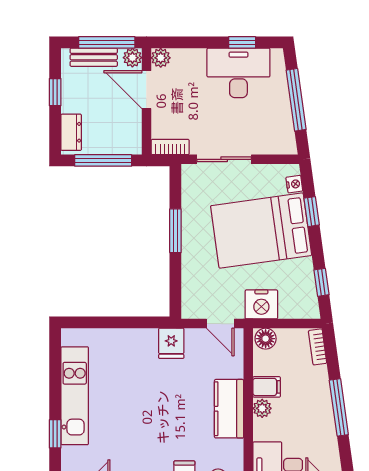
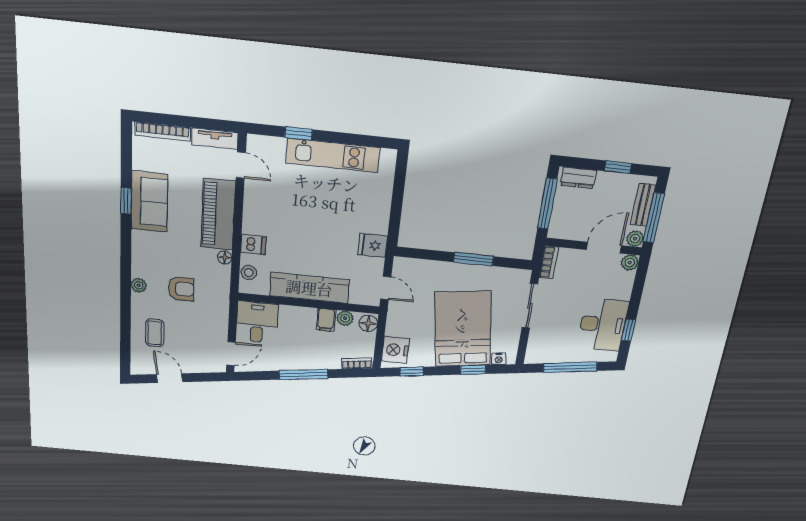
nightstand: (261, 304) -> (395, 350), moved
door: (220, 324) -> (386, 288), swing flipped
plant: (262, 408) -> (345, 318), moved
kitchen counter: (229, 409) -> (309, 288), width x1.50

